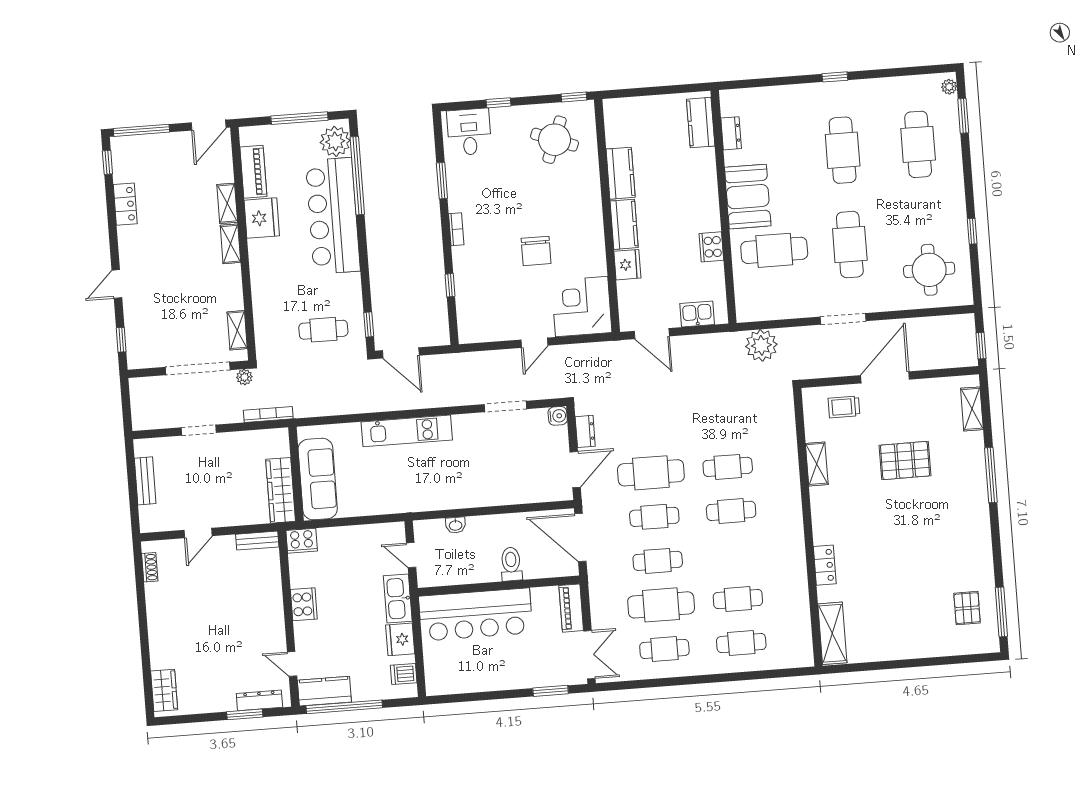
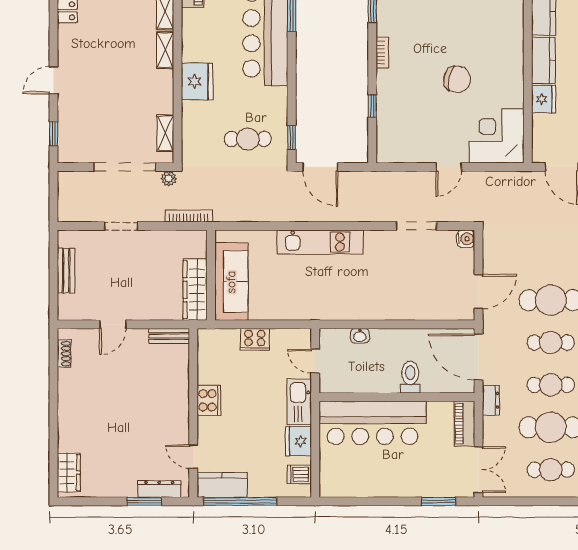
fridge: (262, 218) -> (197, 81), moved
chair: (536, 251) -> (457, 79), turned -77
dresser: (585, 431) -> (491, 400), moved
cooker: (302, 541) -> (255, 339), moved

